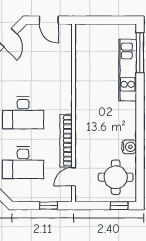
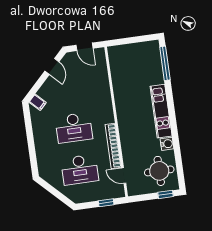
kitchen unit: (128, 70) -> (161, 111), moved
door: (73, 177) -> (124, 176), hinge flipped

